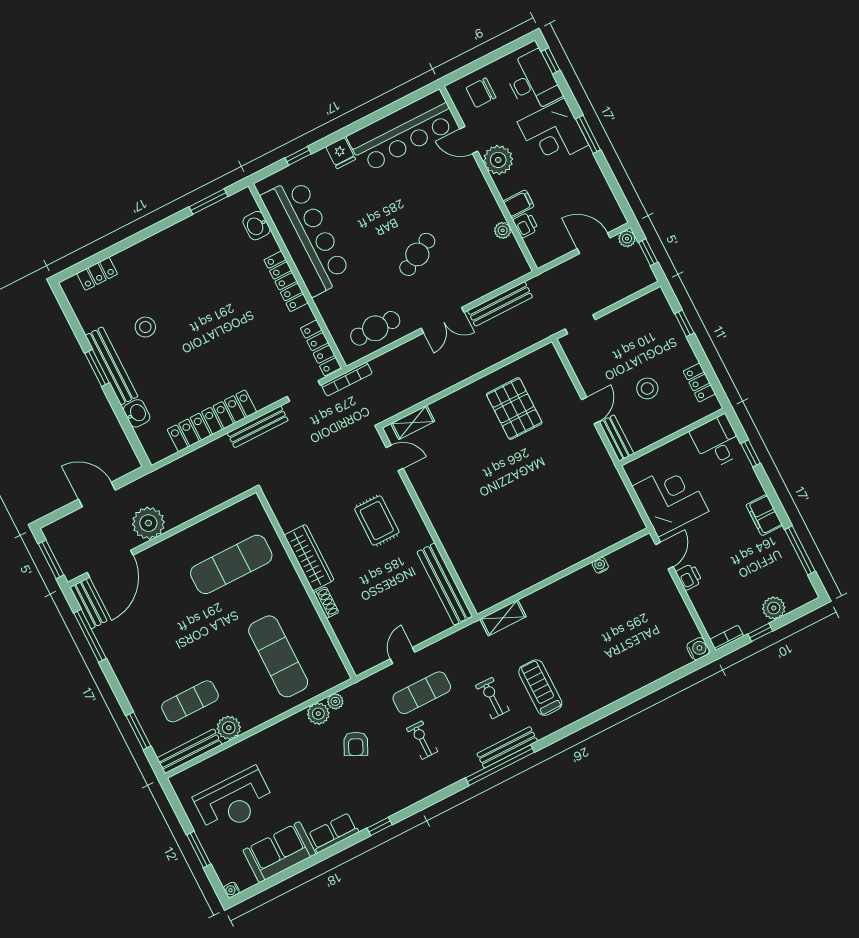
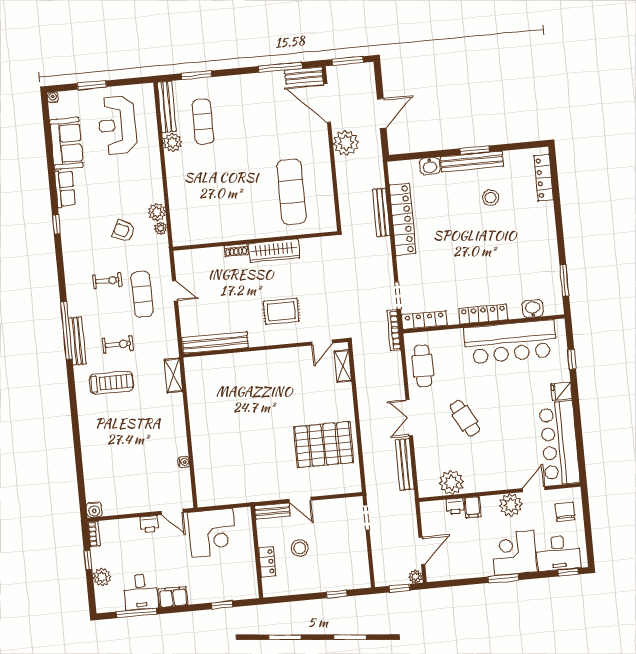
plant: (503, 230) -> (451, 483), width x1.88, depth x1.88
locker: (97, 274) -> (544, 178), width x1.53
locker: (699, 382) -> (267, 562), moved, turned 90
pallet: (514, 409) -> (324, 445), width x1.37, depth x1.41
bench: (258, 427) -> (381, 212), moved
desk: (717, 442) -> (141, 592), moved, turned 90
exercise mat: (278, 656) -> (210, 199), removed

